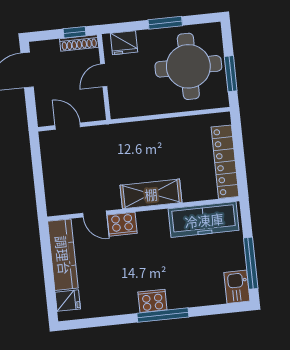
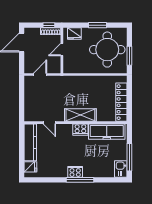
door: (68, 126) -> (40, 75), hinge flipped
cooker: (122, 224) -> (80, 130), moved

